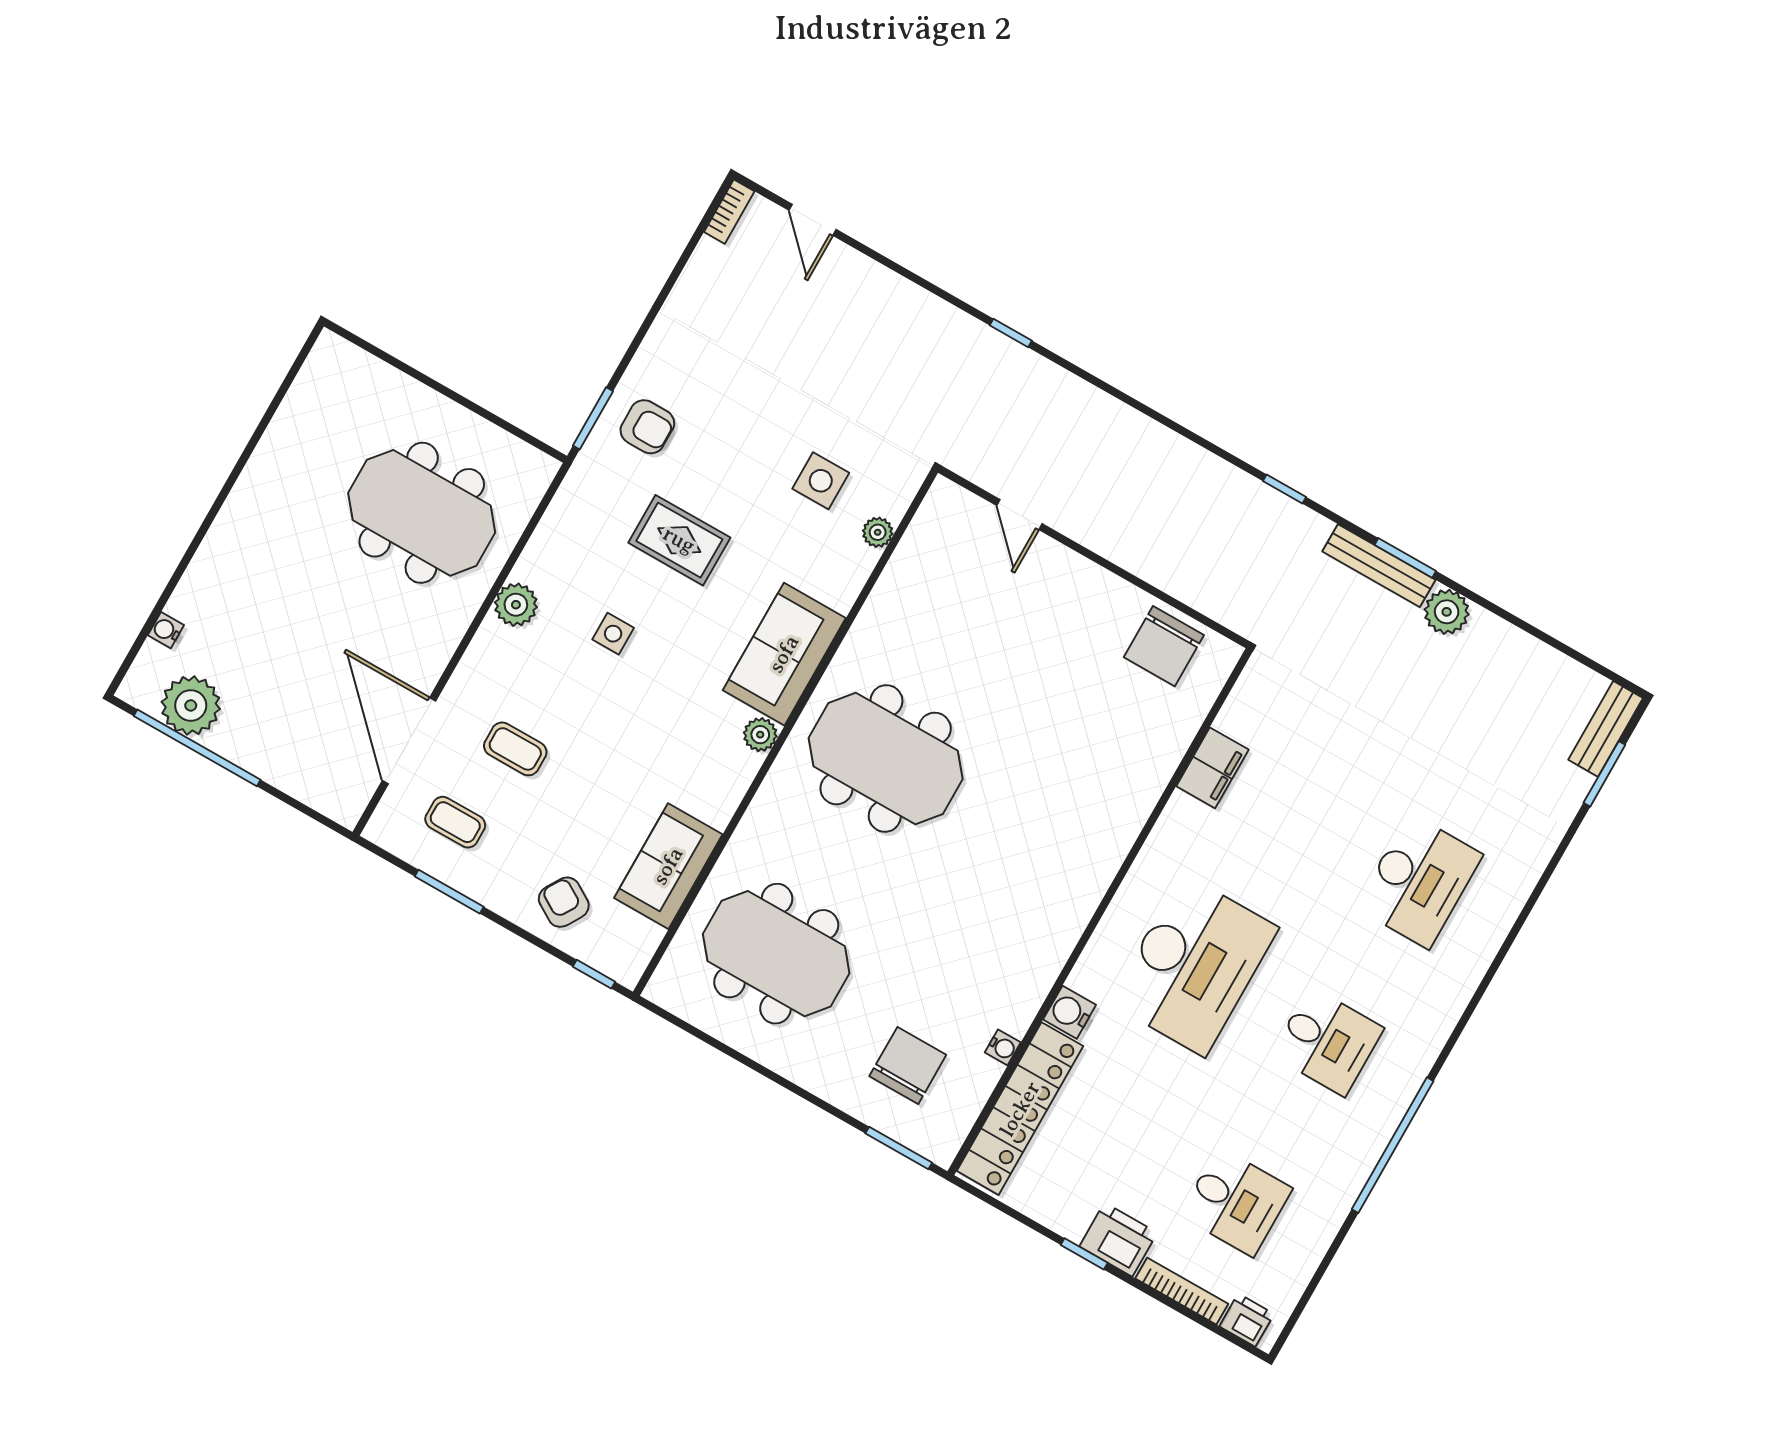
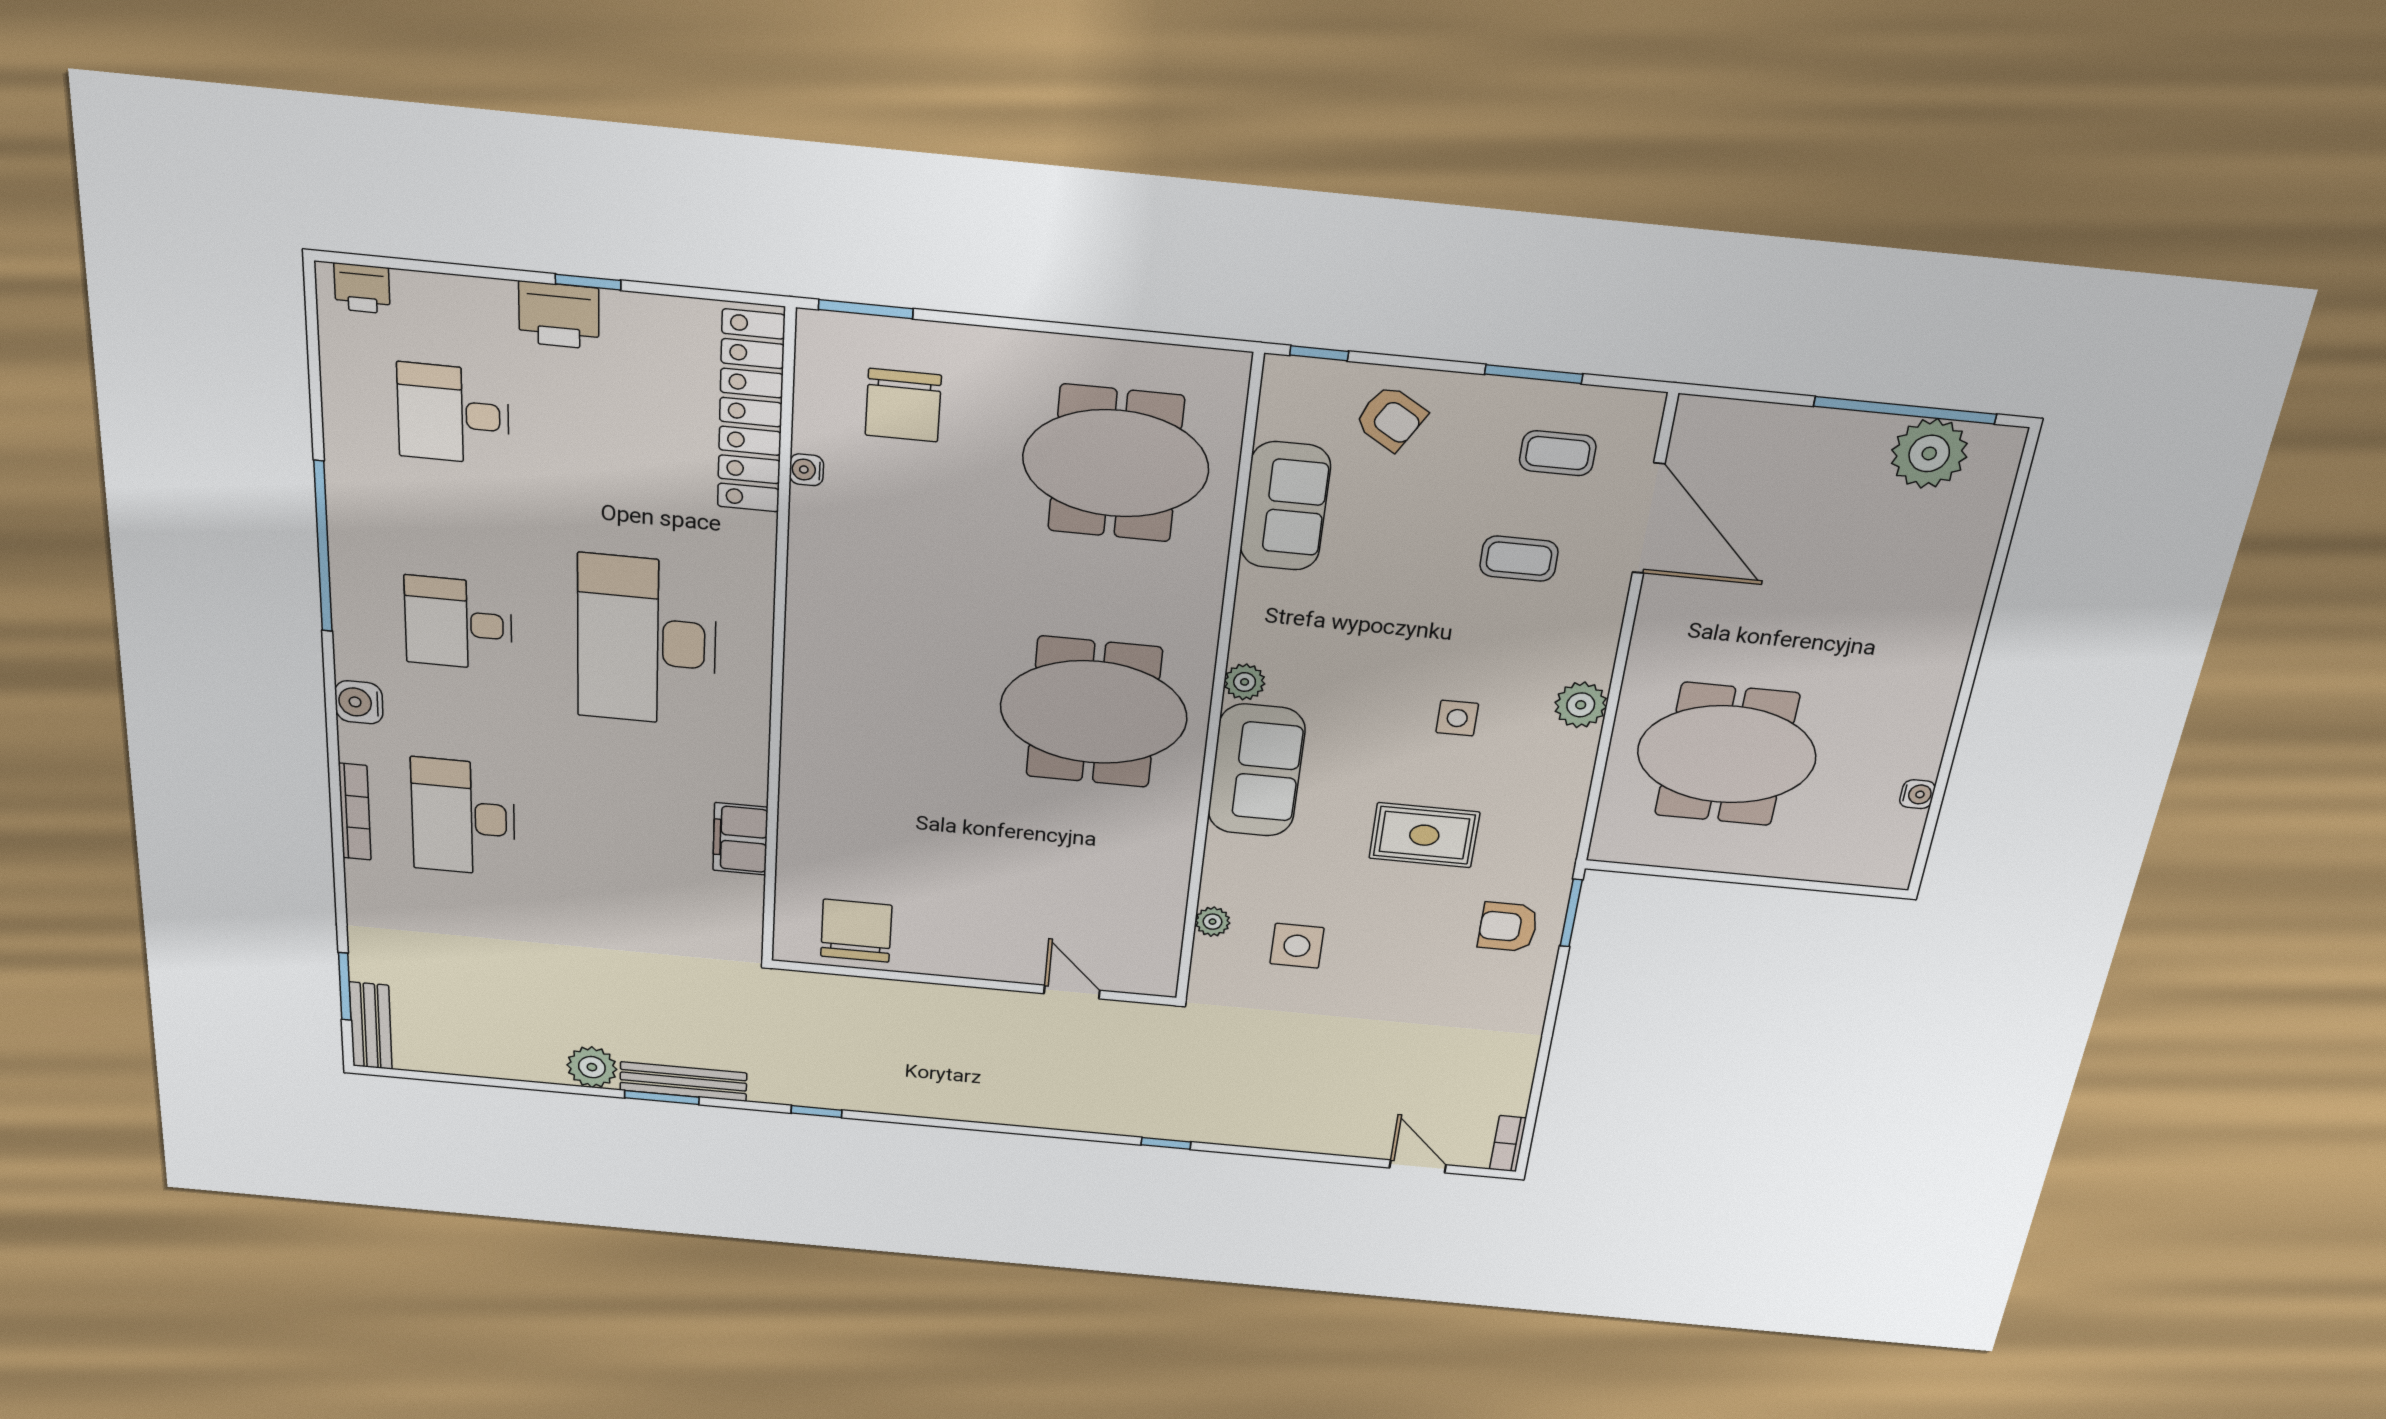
water cooler: (166, 630) -> (1917, 794), moved
water cooler: (1070, 1012) -> (359, 702), moved, turned 180
bookcase: (1182, 1291) -> (355, 812), moved, turned -90

